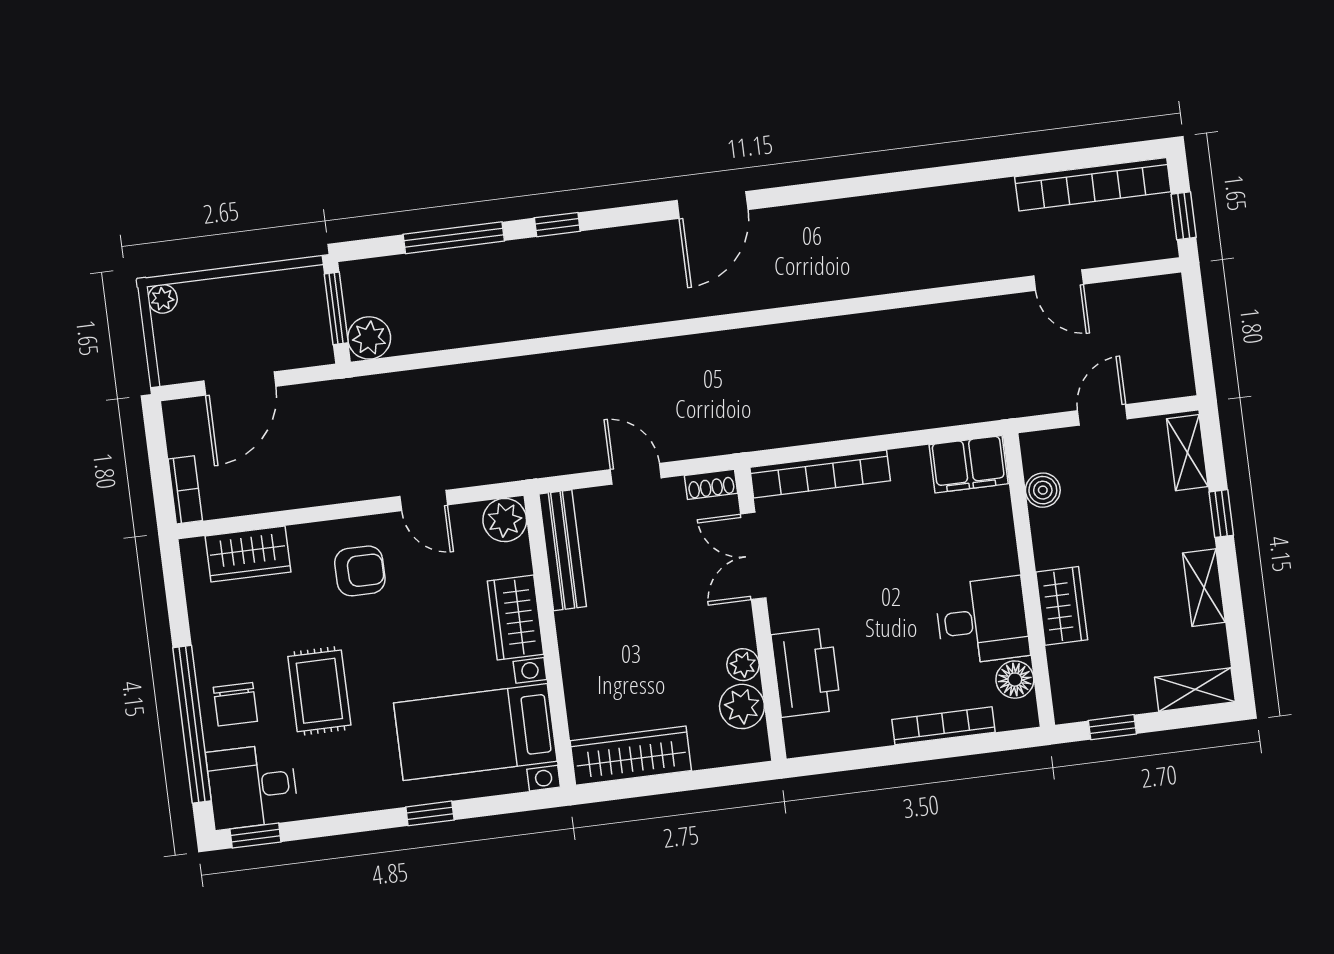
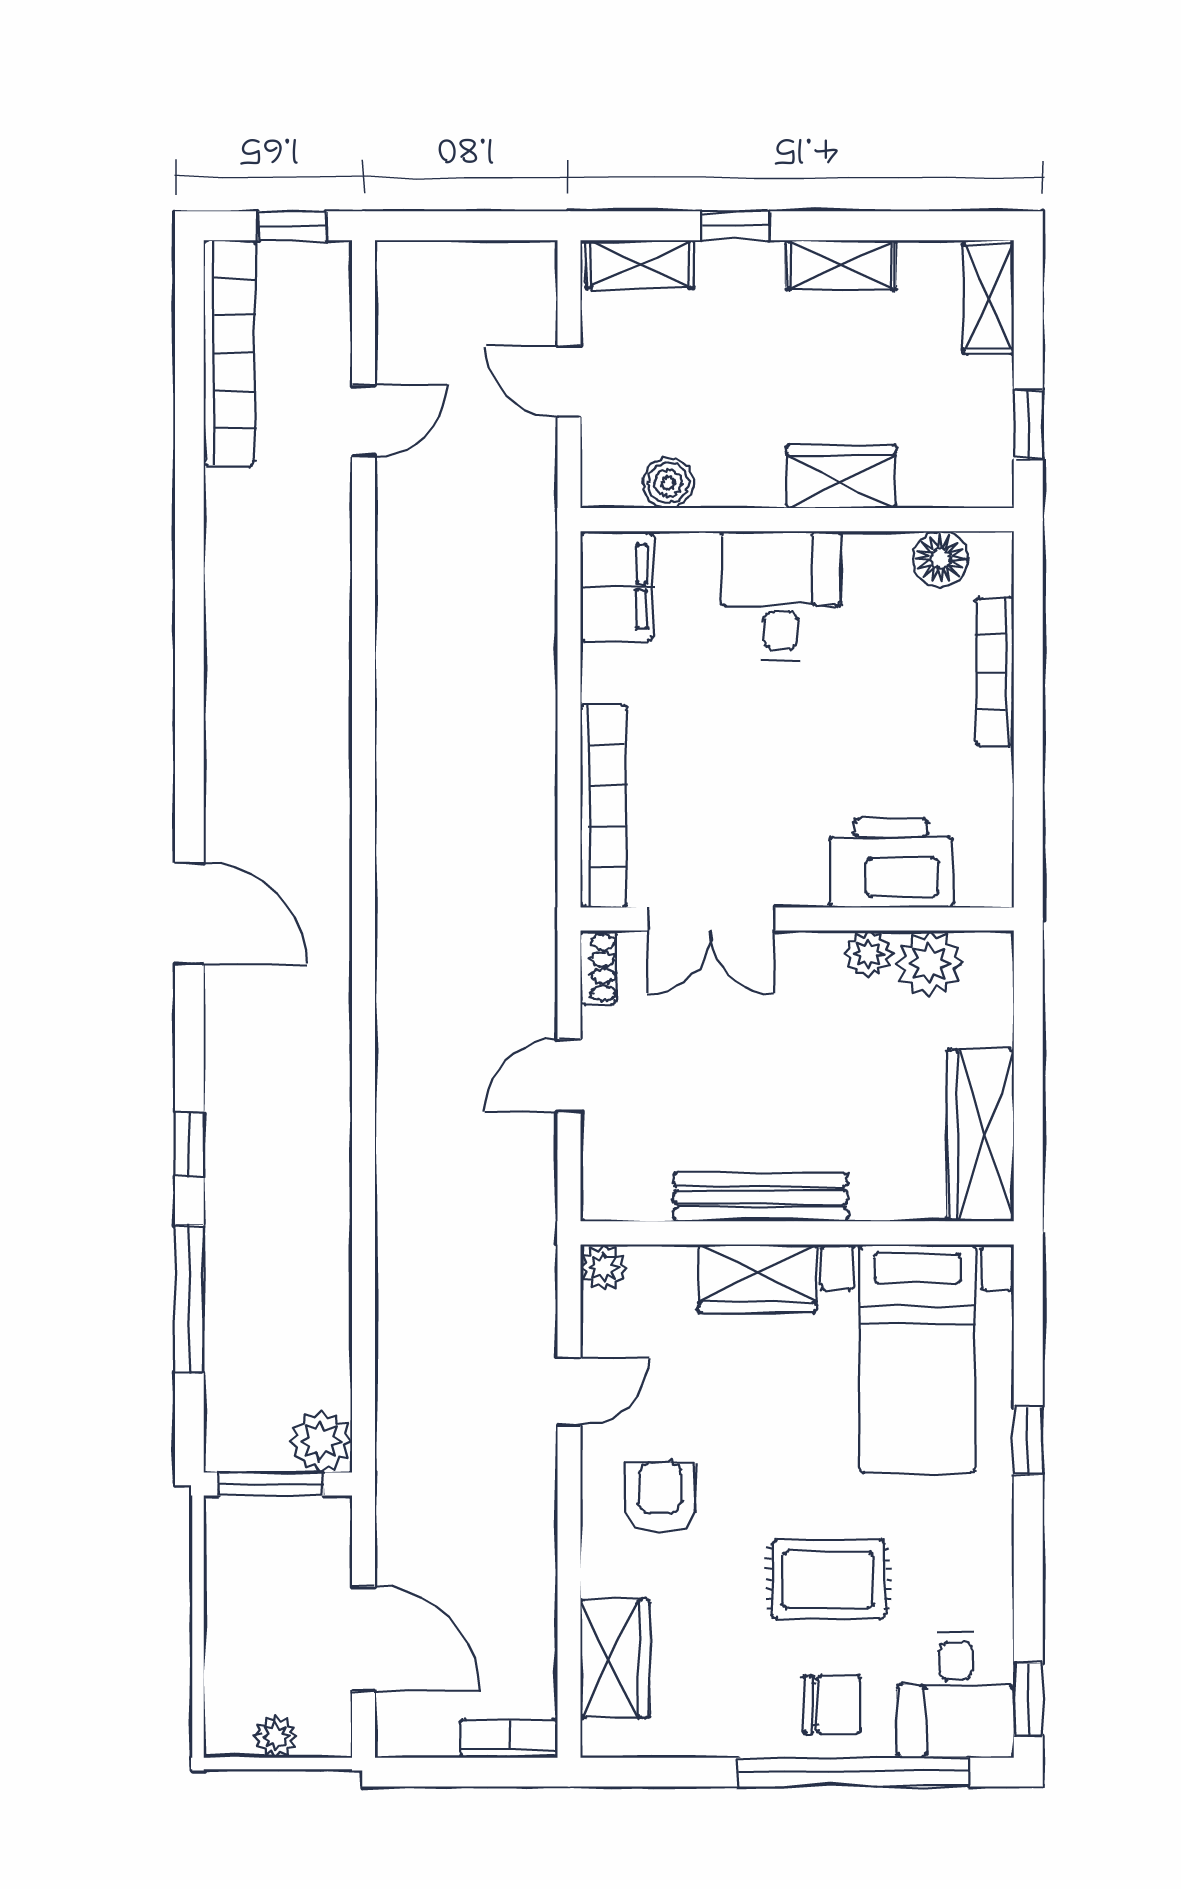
plant: (163, 299) -> (276, 1736), moved
plant: (505, 520) -> (604, 1268), width x0.73, depth x0.73
bench: (563, 550) -> (761, 1197), moved
desk: (982, 621) -> (781, 596), moved

